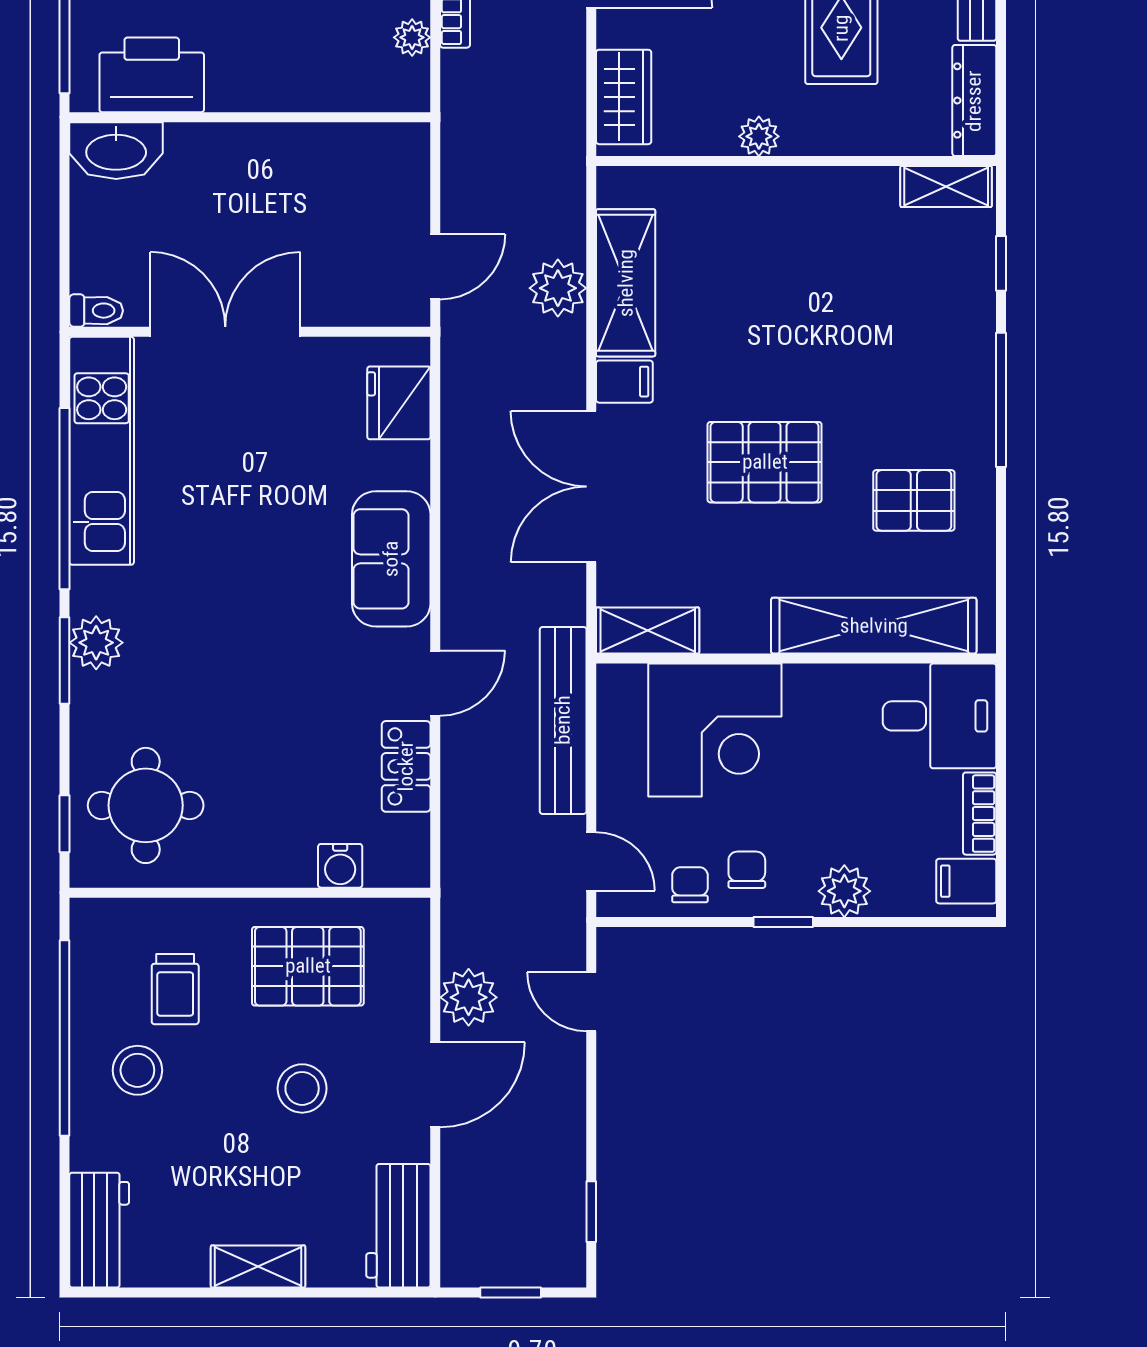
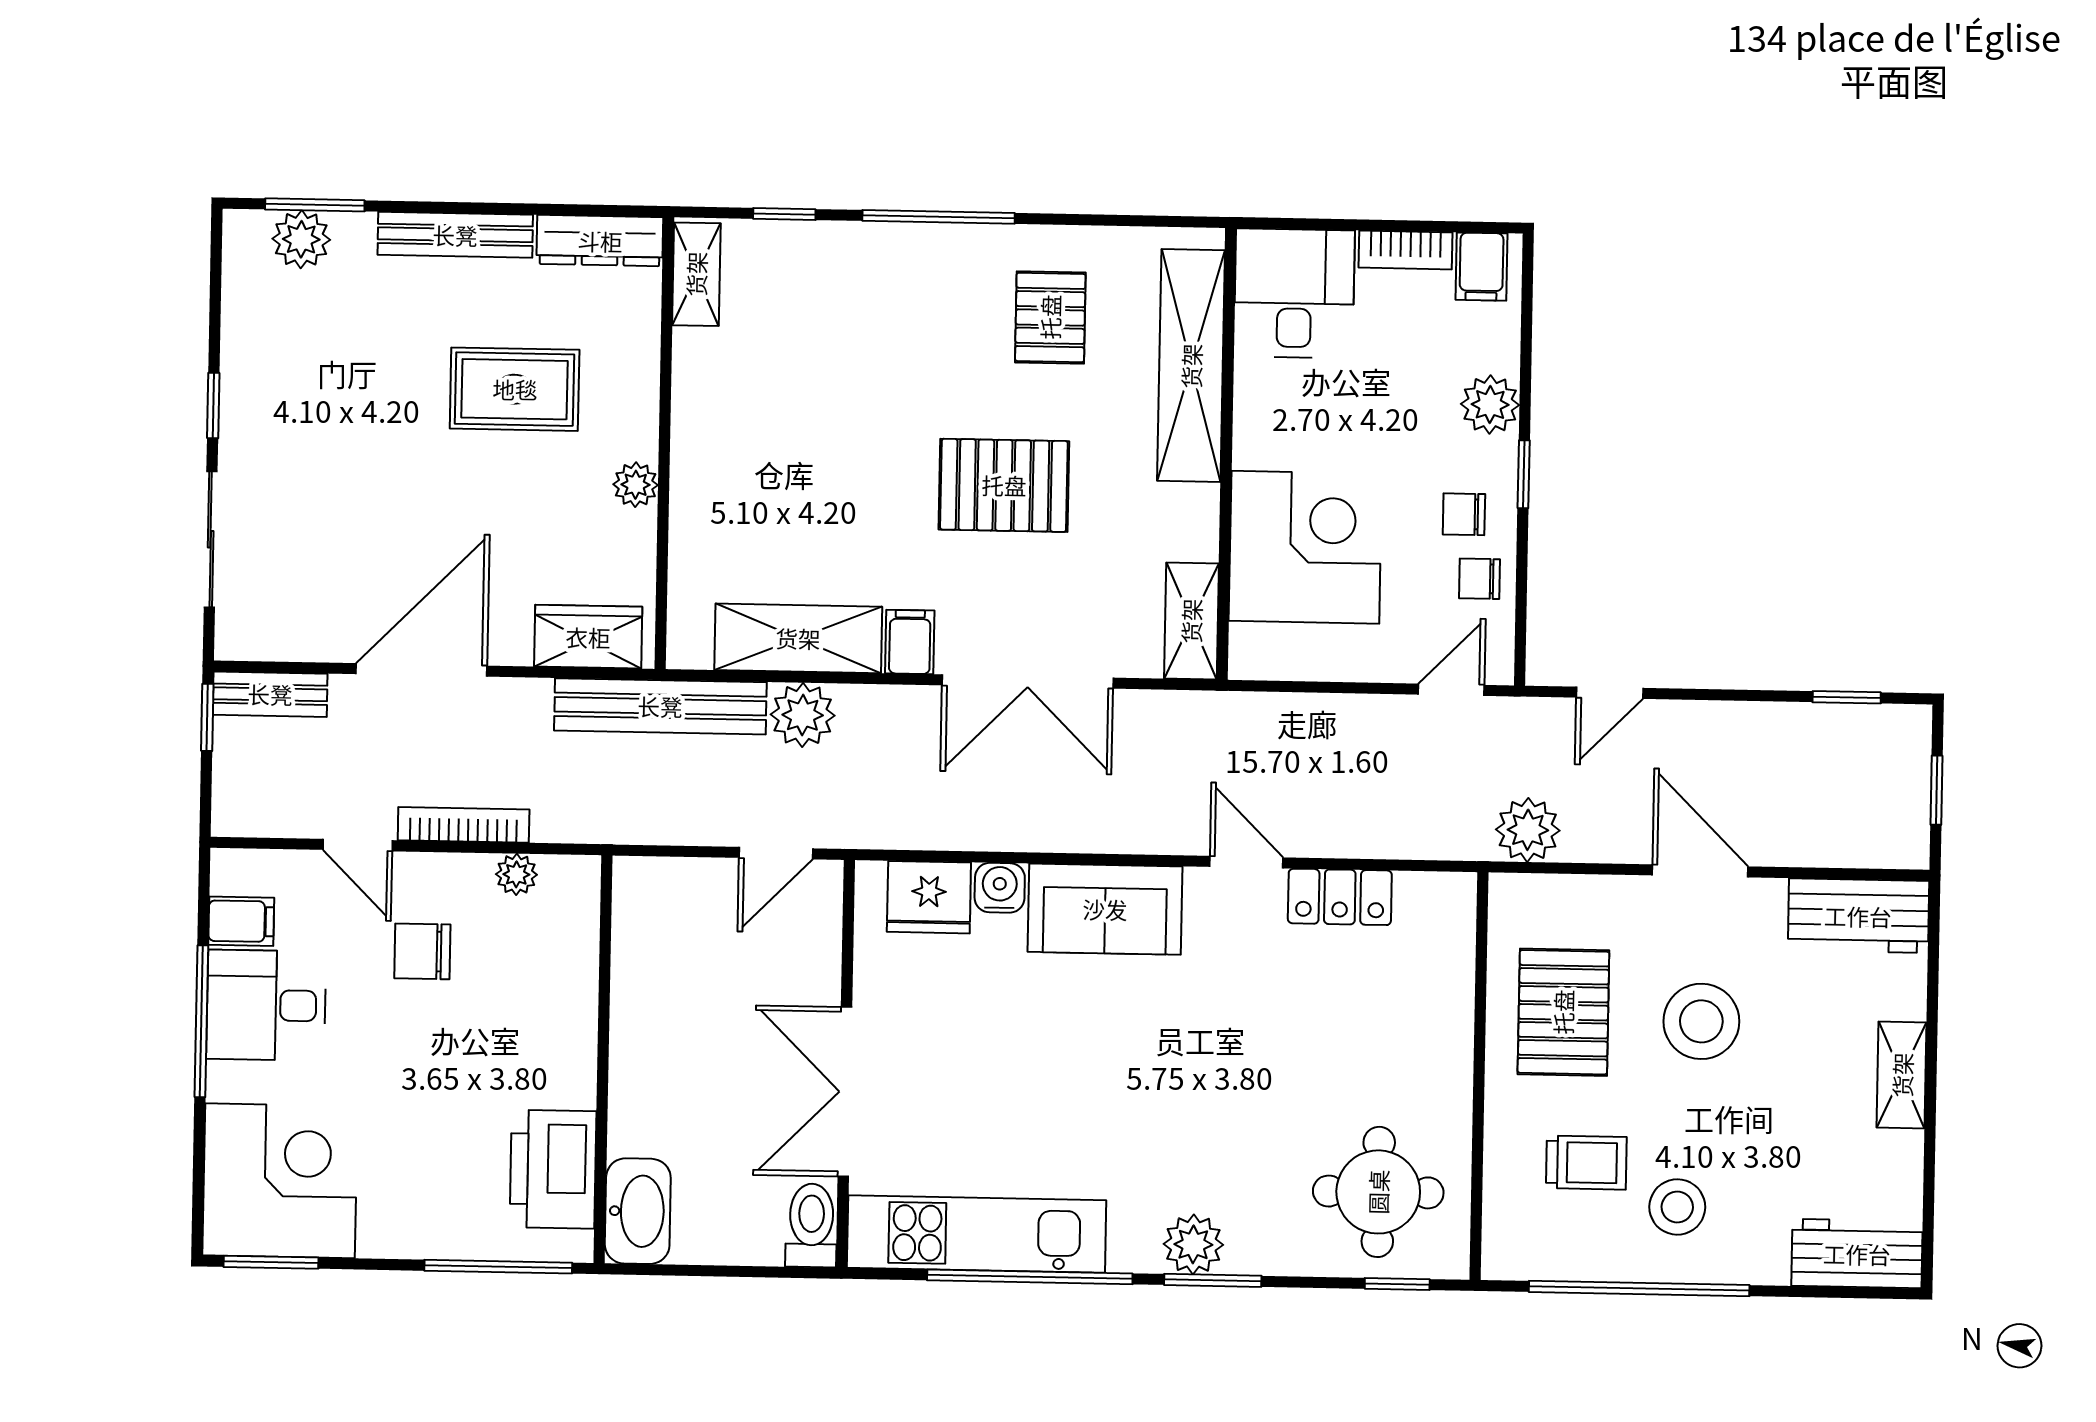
door: (435, 267) -> (776, 853), swing flipped
toilet: (96, 311) -> (811, 1225), width x1.37, depth x1.39
pallet: (765, 462) -> (1004, 485), turned 90
bench: (563, 720) -> (660, 706), moved
water cooler: (340, 866) -> (1000, 888), moved, turned -90
plant: (469, 997) -> (1528, 830), moved
stool: (302, 1088) -> (1701, 1021), width x1.38, depth x1.38

